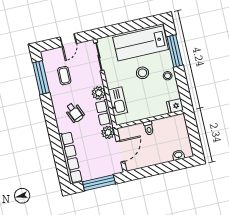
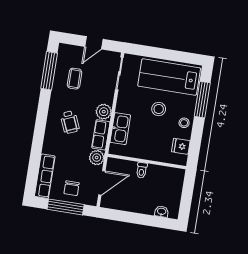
fridge: (175, 106) -> (181, 146), moved
row of seats: (70, 158) -> (45, 176), width x0.73
chair: (98, 166) -> (72, 188), added

